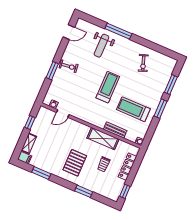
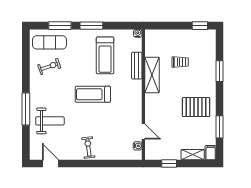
window: (52, 71) -> (101, 163), removed
exercise mat: (162, 71) -> (49, 42), added
pallet: (75, 163) -> (196, 107), moved
locker: (127, 167) -> (171, 35), removed

